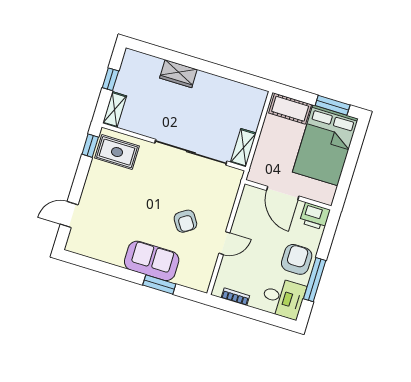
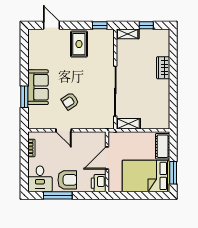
rug: (117, 152) -> (79, 44), moved

